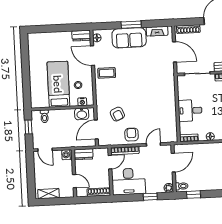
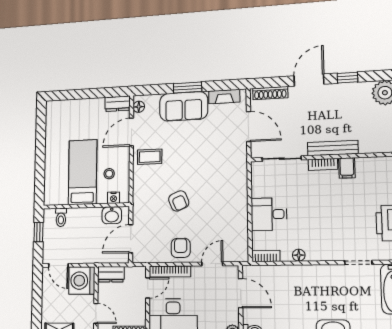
door: (93, 56) -> (131, 132), hinge flipped
armchair: (117, 114) -> (179, 201), moved
washing machine: (67, 155) -> (82, 281), width x1.89, depth x1.89
door: (173, 163) -> (241, 293), hinge flipped

